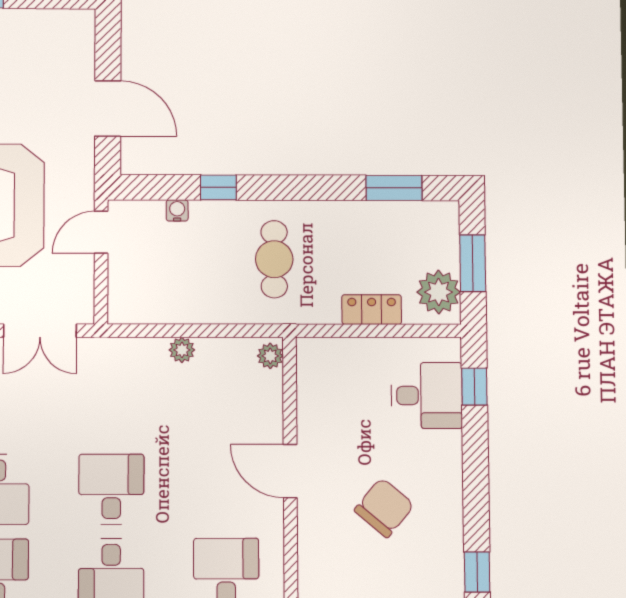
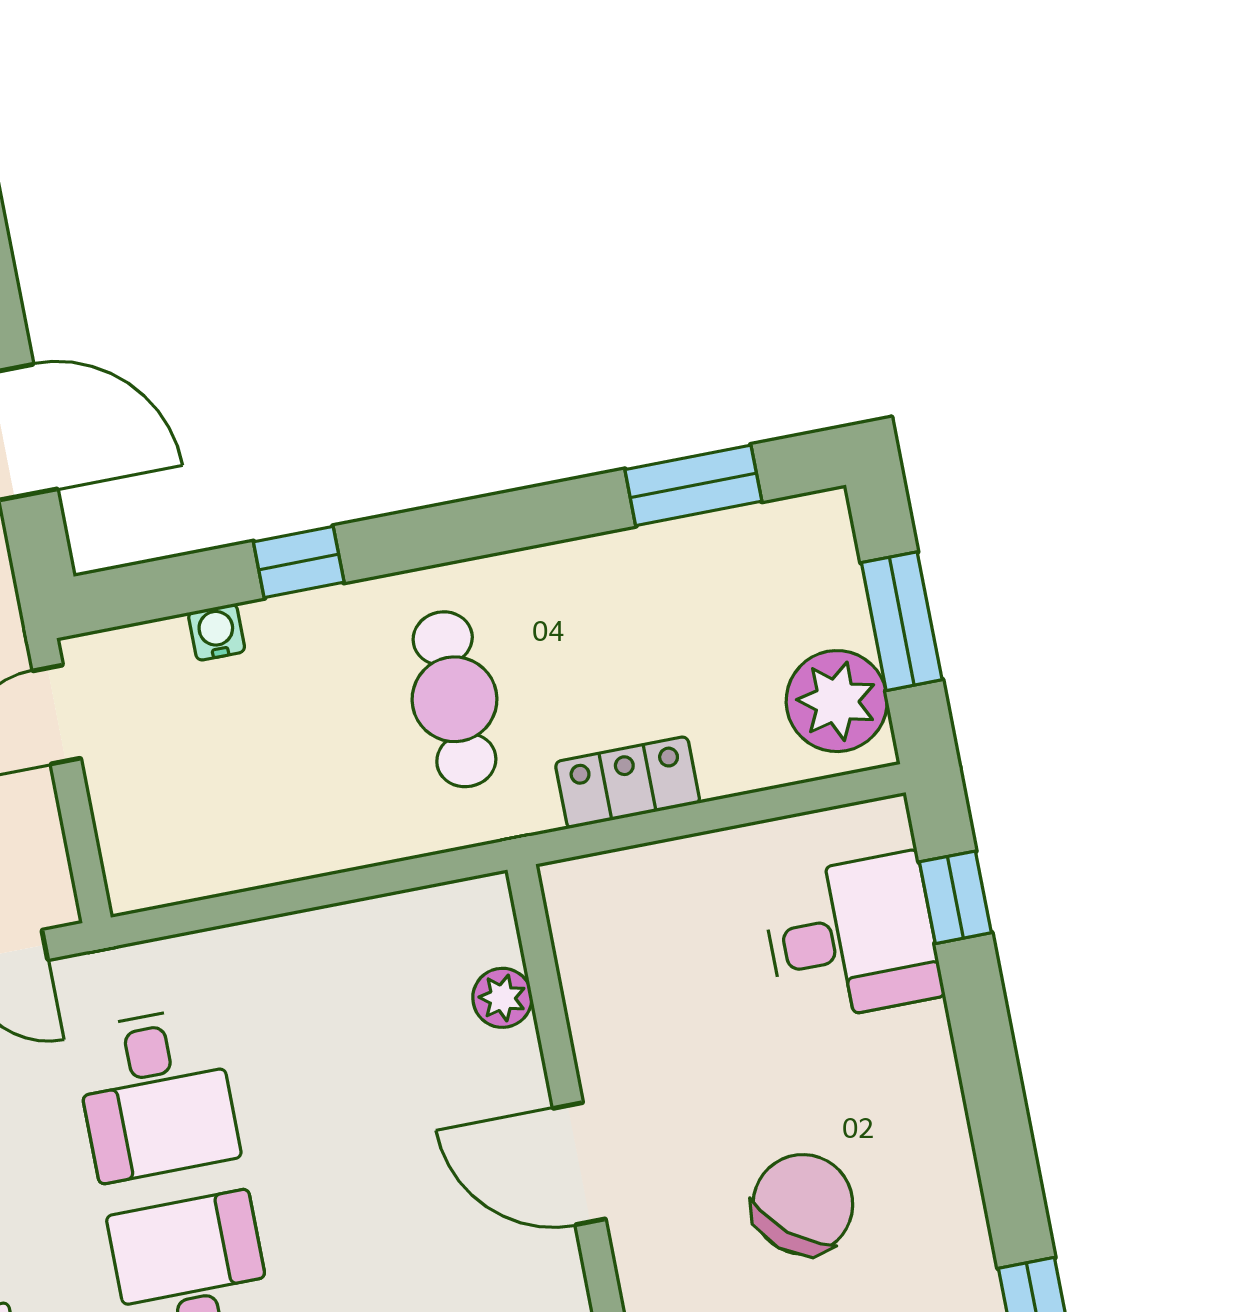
locker: (372, 310) -> (628, 782), moved
plant: (182, 350) -> (288, 942), removed
plant: (270, 356) -> (502, 998), moved
desk: (112, 405) -> (156, 1094), added

